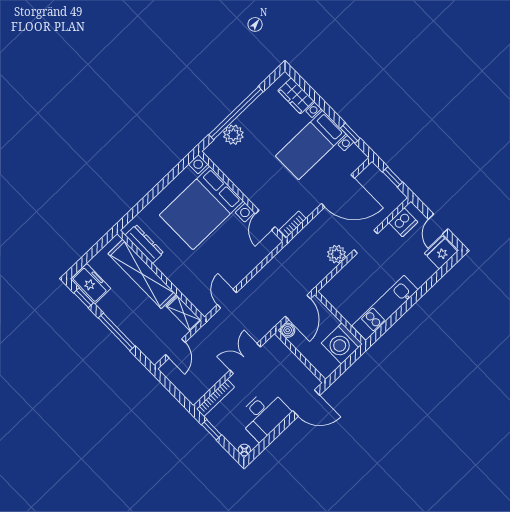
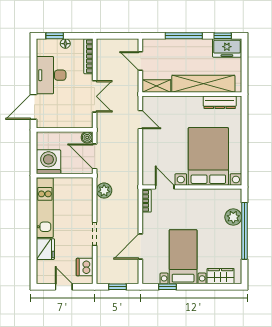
door: (338, 191) -> (140, 247), width x0.73
fridge: (441, 252) -> (45, 249), moved
plant: (336, 254) -> (104, 191), moved
window: (212, 430) -> (55, 36), moved
floor lamp: (244, 450) -> (65, 44), moved

